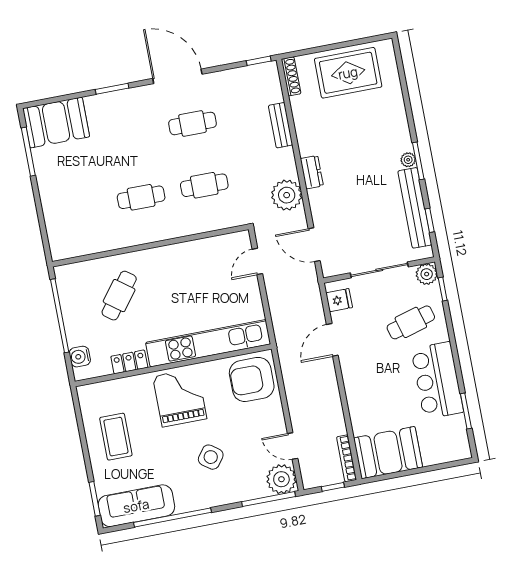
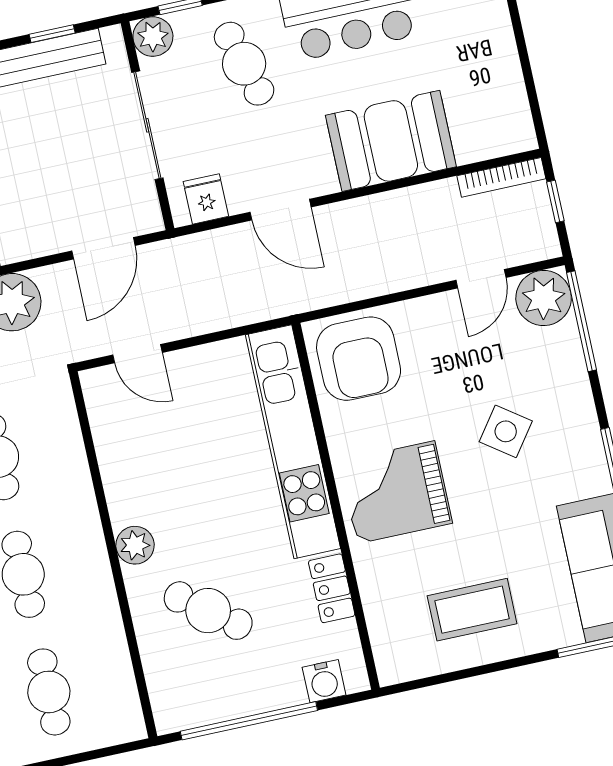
cafe table: (78, 209) -> (49, 692), added
plant: (155, 257) -> (135, 545), added
booth: (388, 453) -> (391, 141), moved, turned 90

